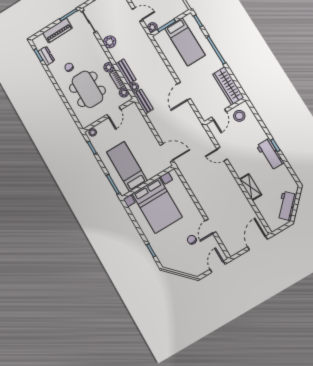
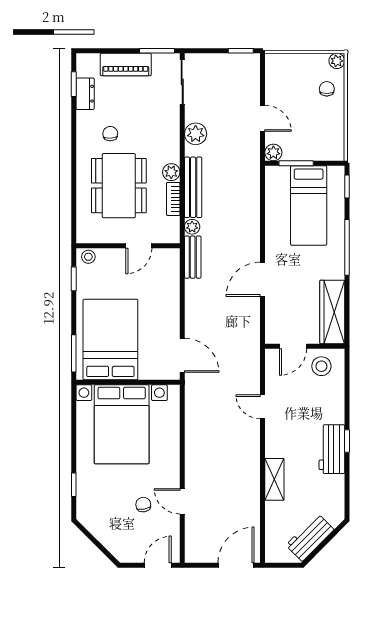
bench: (126, 72) -> (193, 187), width x1.36
plant: (124, 92) -> (172, 225), removed
bed: (127, 166) -> (110, 340), width x1.50
door: (210, 226) -> (182, 501), hinge flipped

